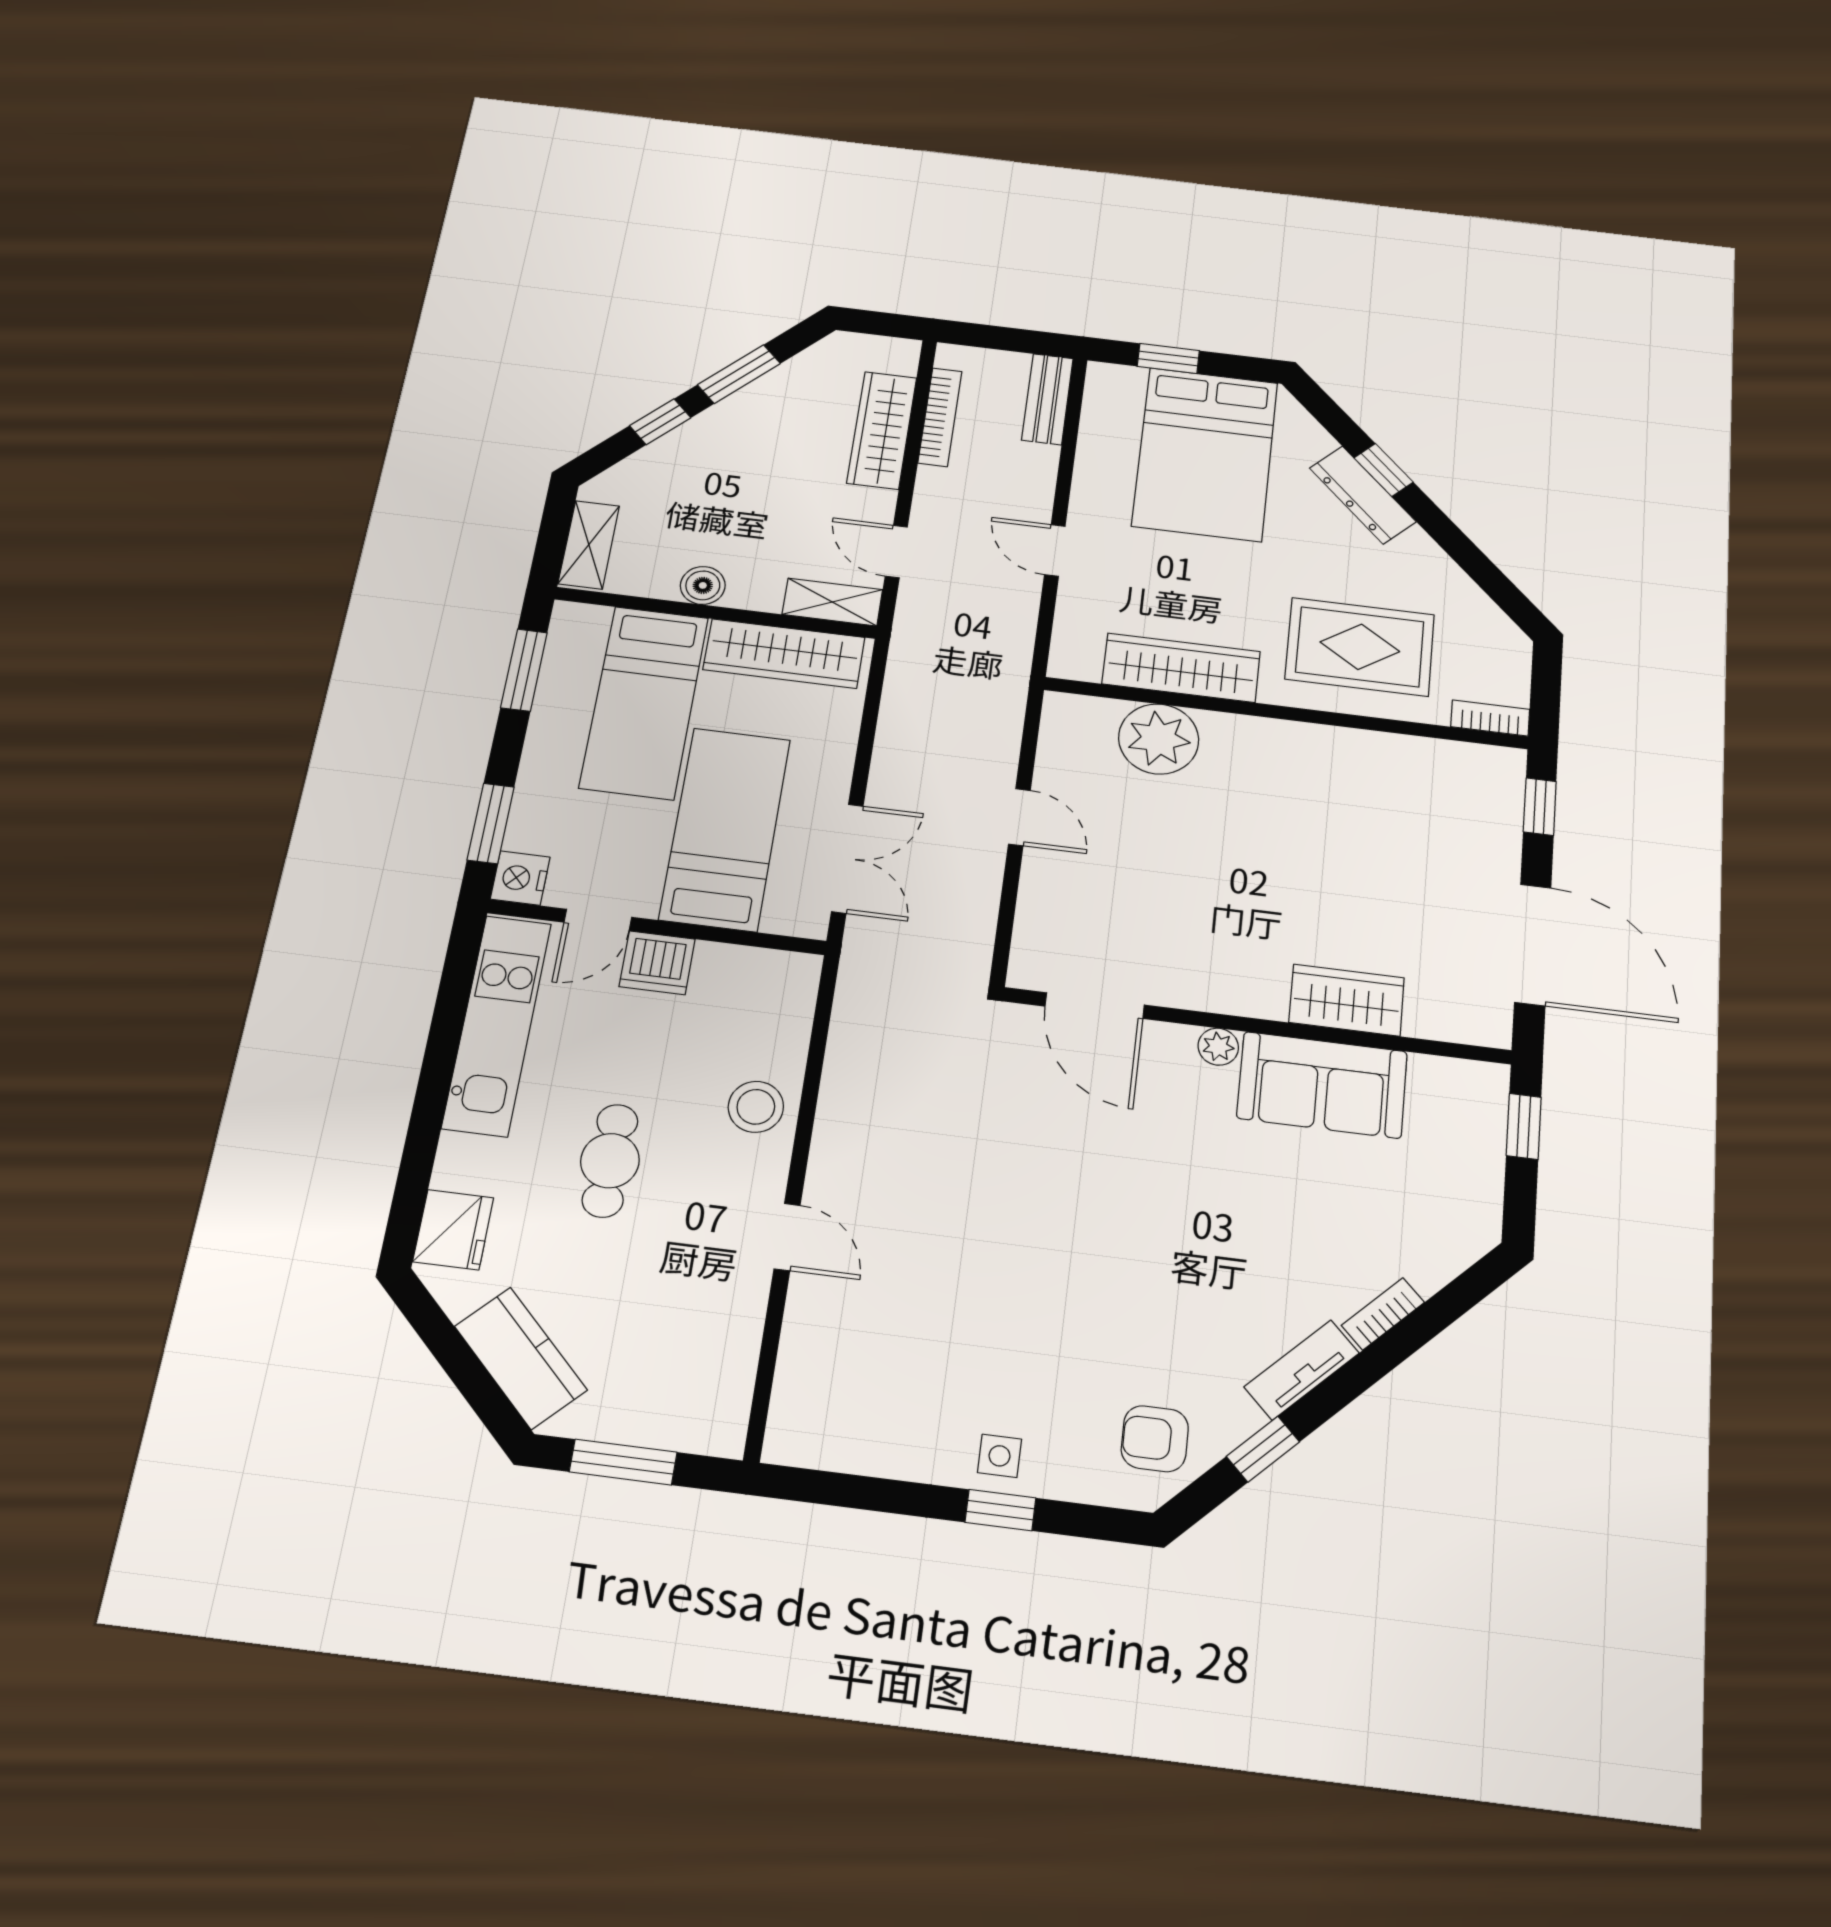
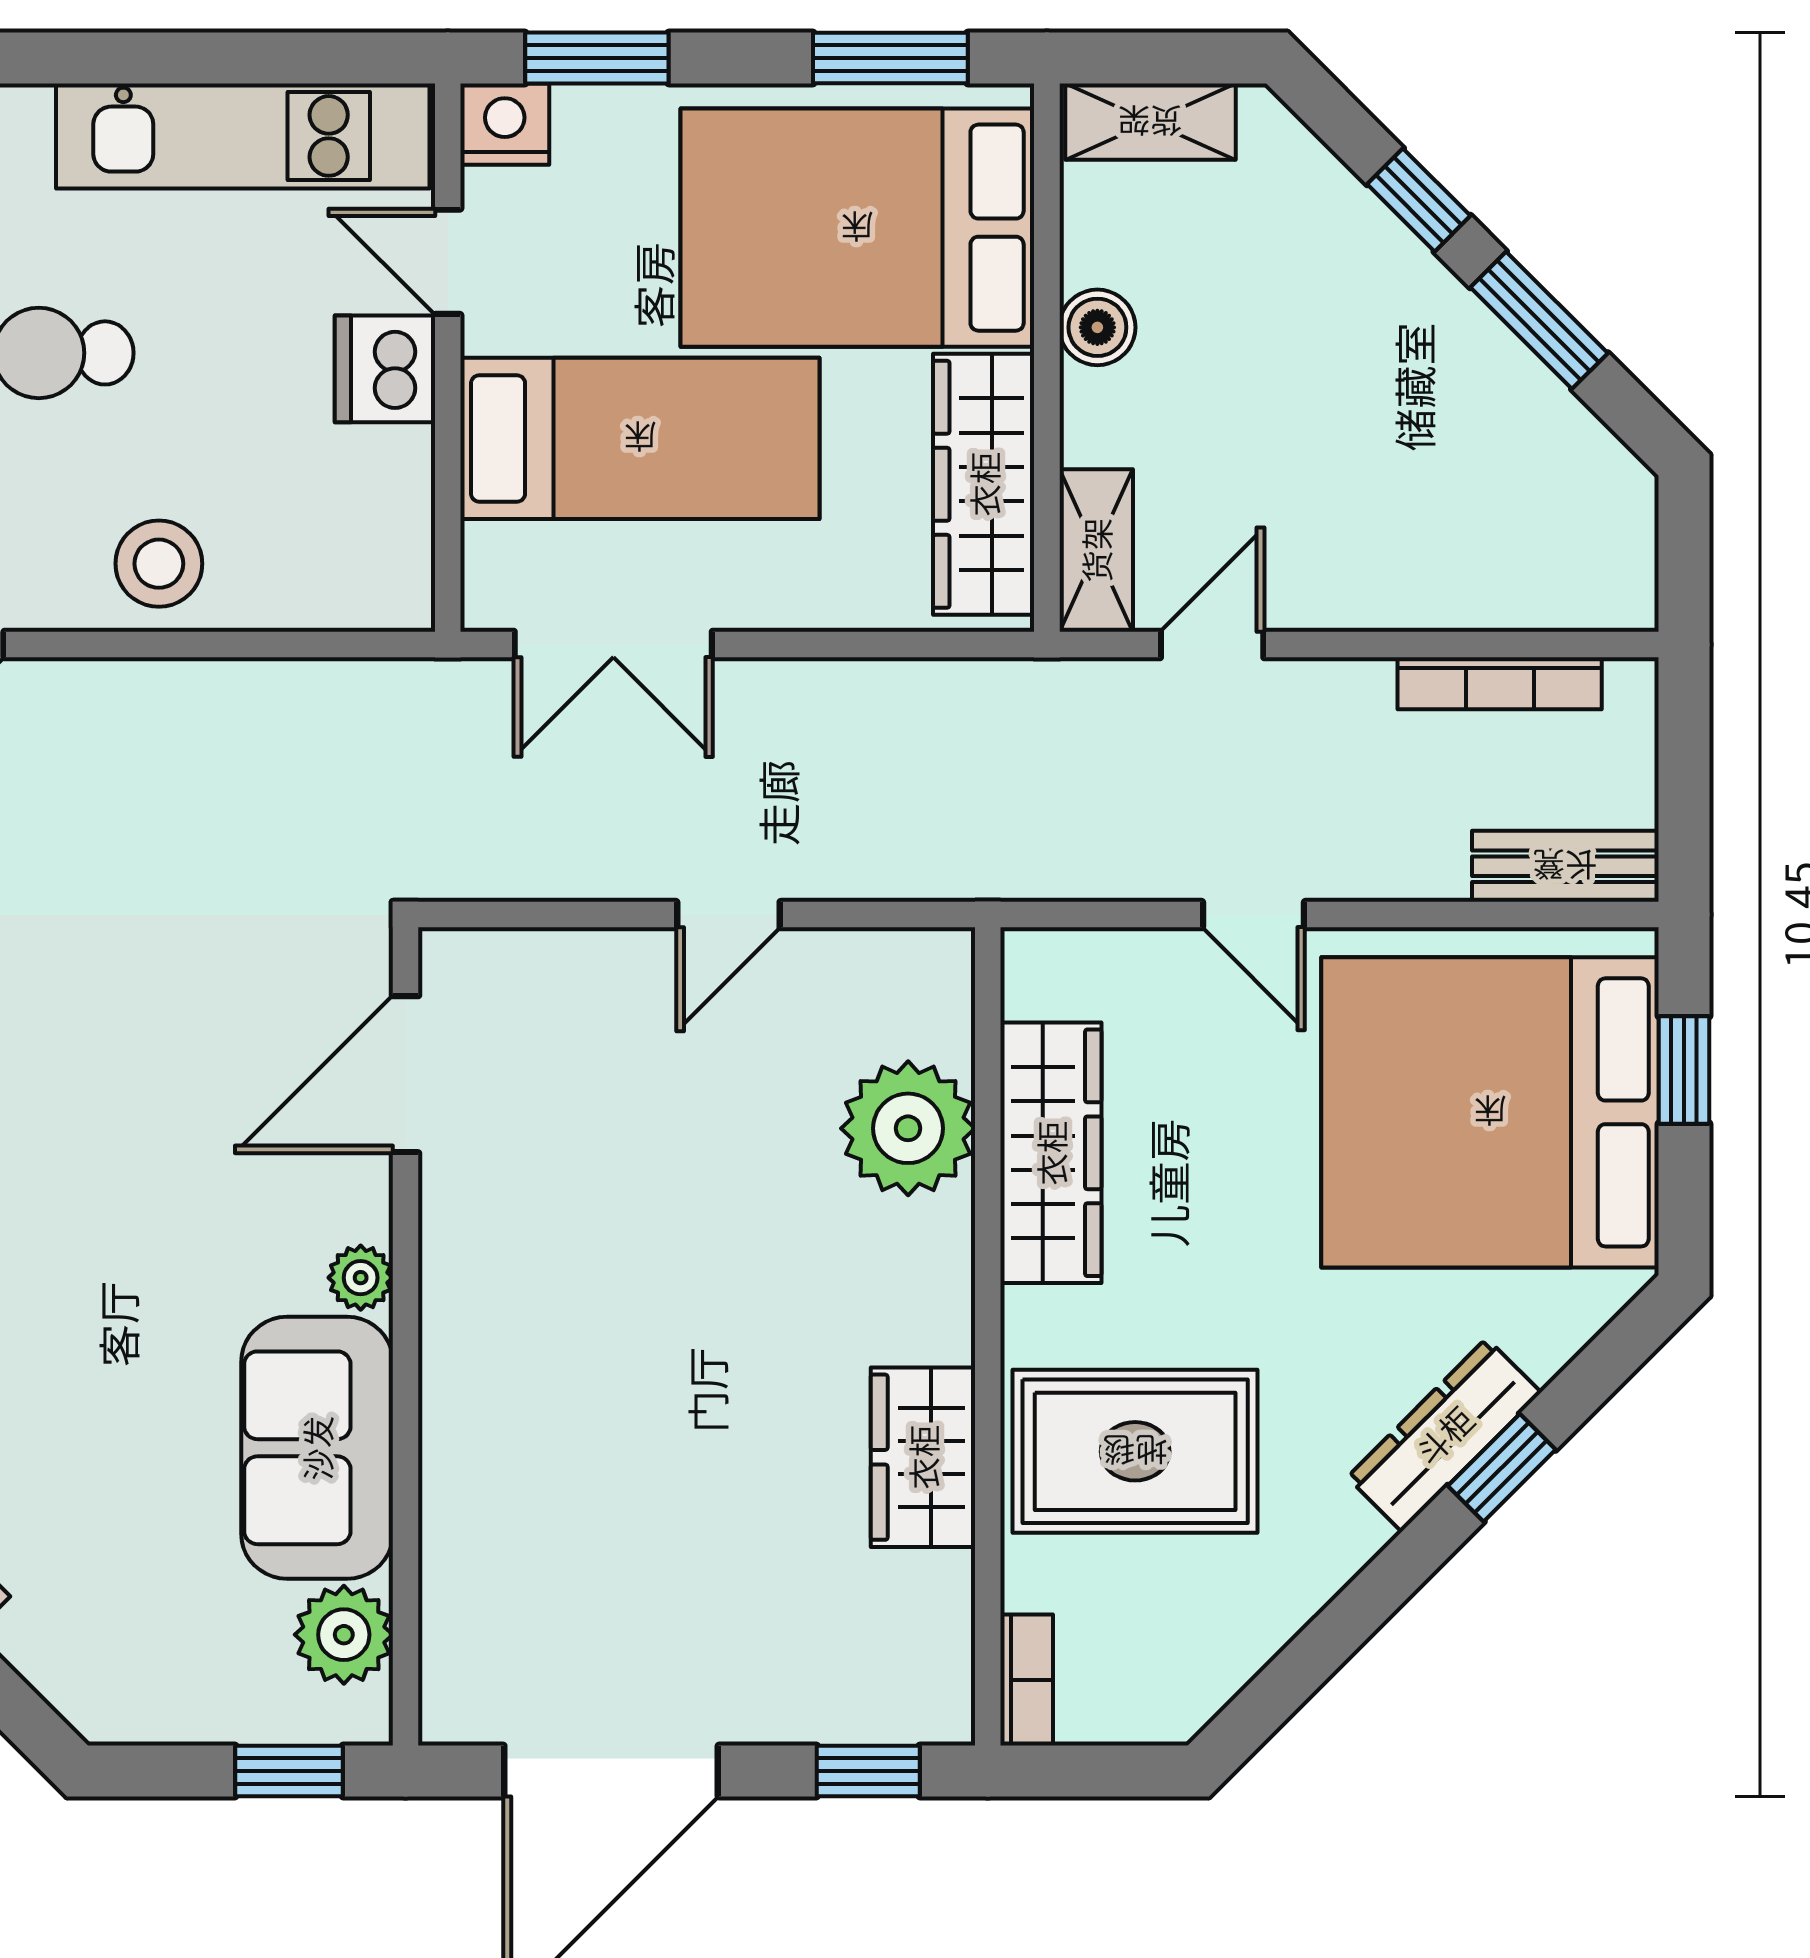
wardrobe: (882, 430) -> (1457, 586), removed
bed: (1205, 454) -> (1490, 1112), width x1.36
door: (1055, 550) -> (1253, 915), swing flipped
rug: (1360, 647) -> (1135, 1451), turned 90
bed: (644, 702) -> (857, 228), width x1.50
wardrobe: (1347, 1000) -> (923, 1457), moved, turned 180
plant: (1440, 1084) -> (344, 1635), added

